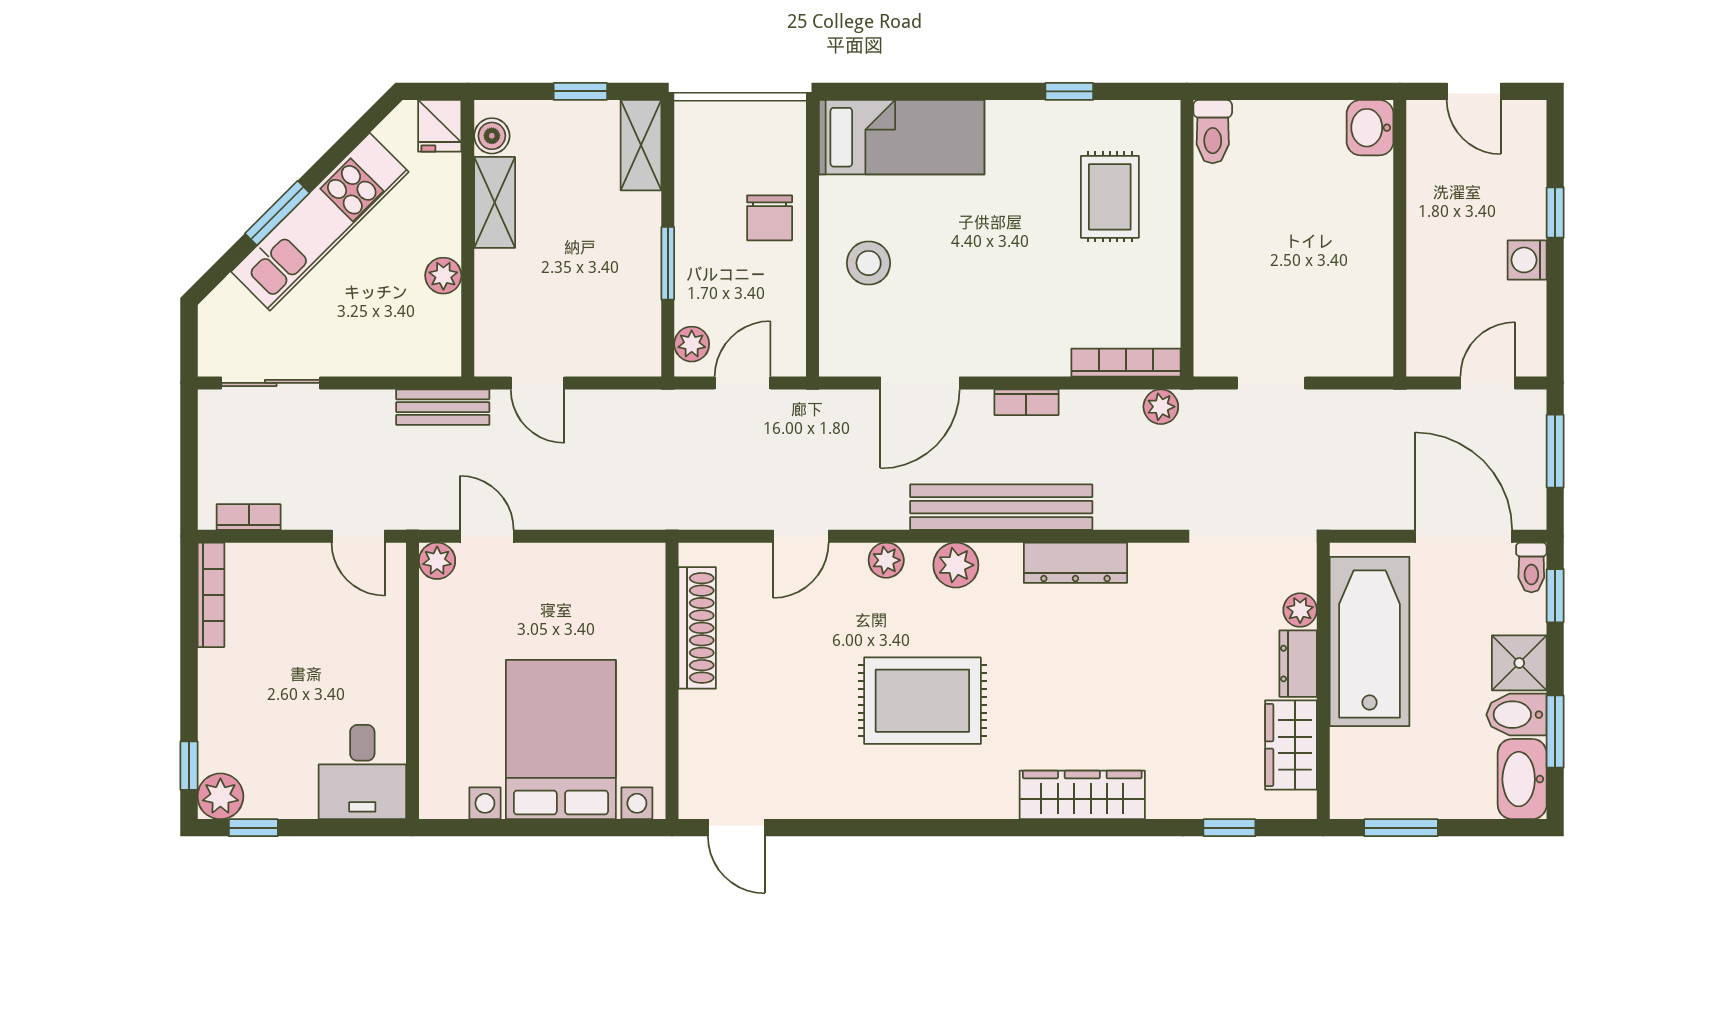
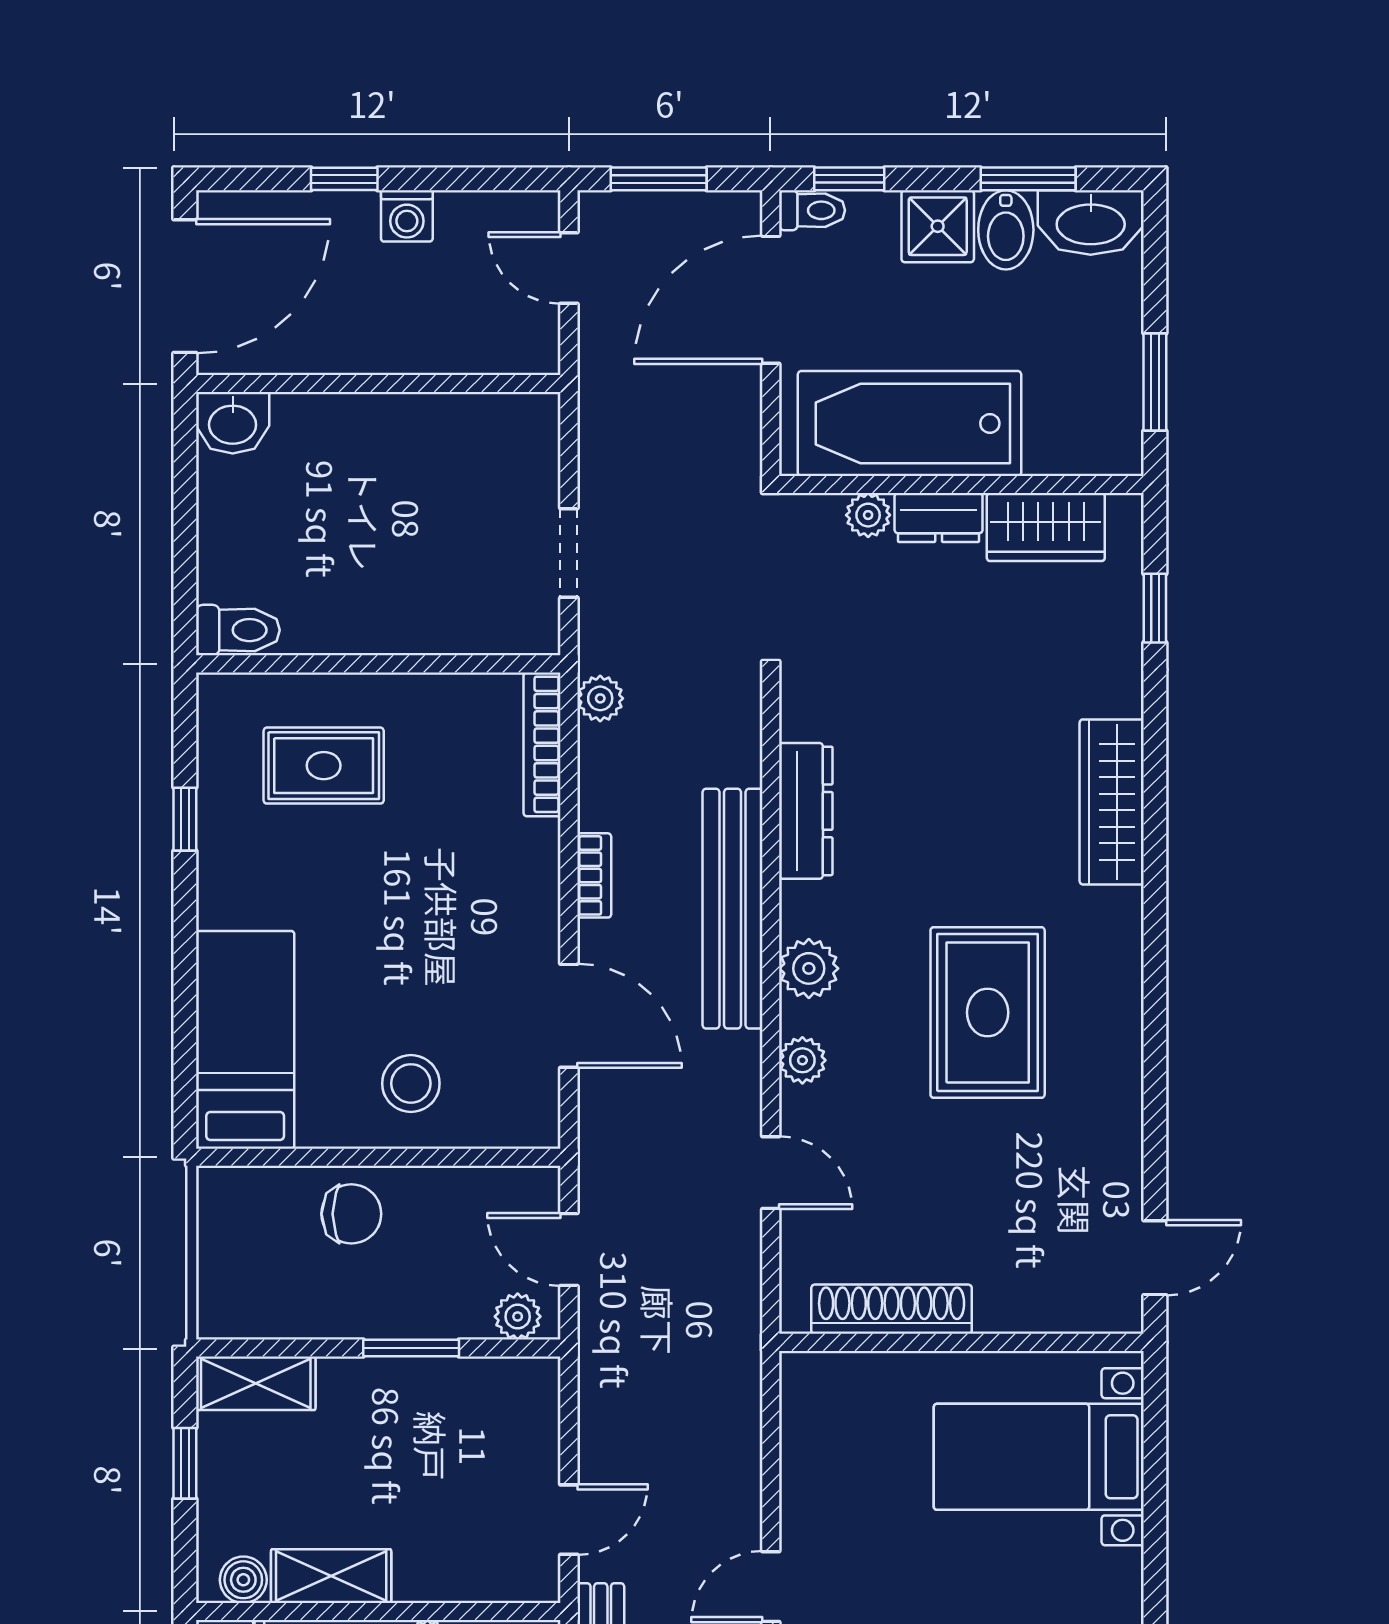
door: (1474, 91) -> (185, 286), width x1.87
bed with nightstands: (561, 740) -> (1039, 1457), width x0.73

